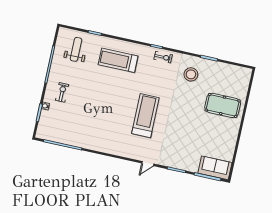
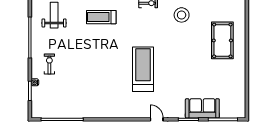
treadmill: (118, 60) -> (101, 17), width x0.73, depth x0.73
pool table: (223, 105) -> (222, 40), turned 90
door: (148, 164) -> (157, 119), swing flipped
sofa: (215, 168) -> (202, 108), moved

